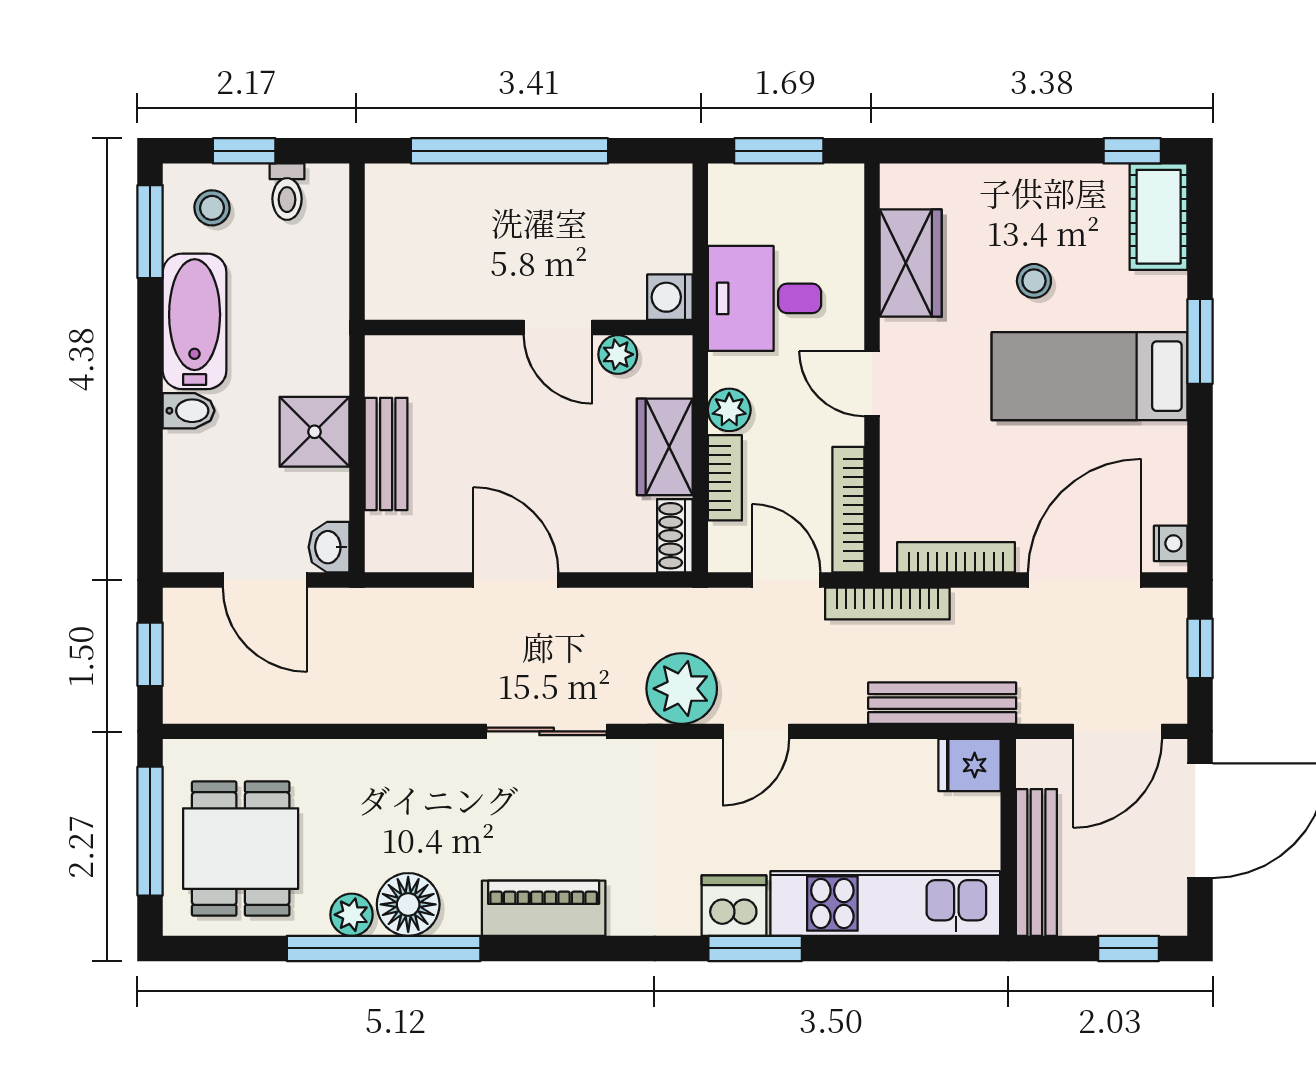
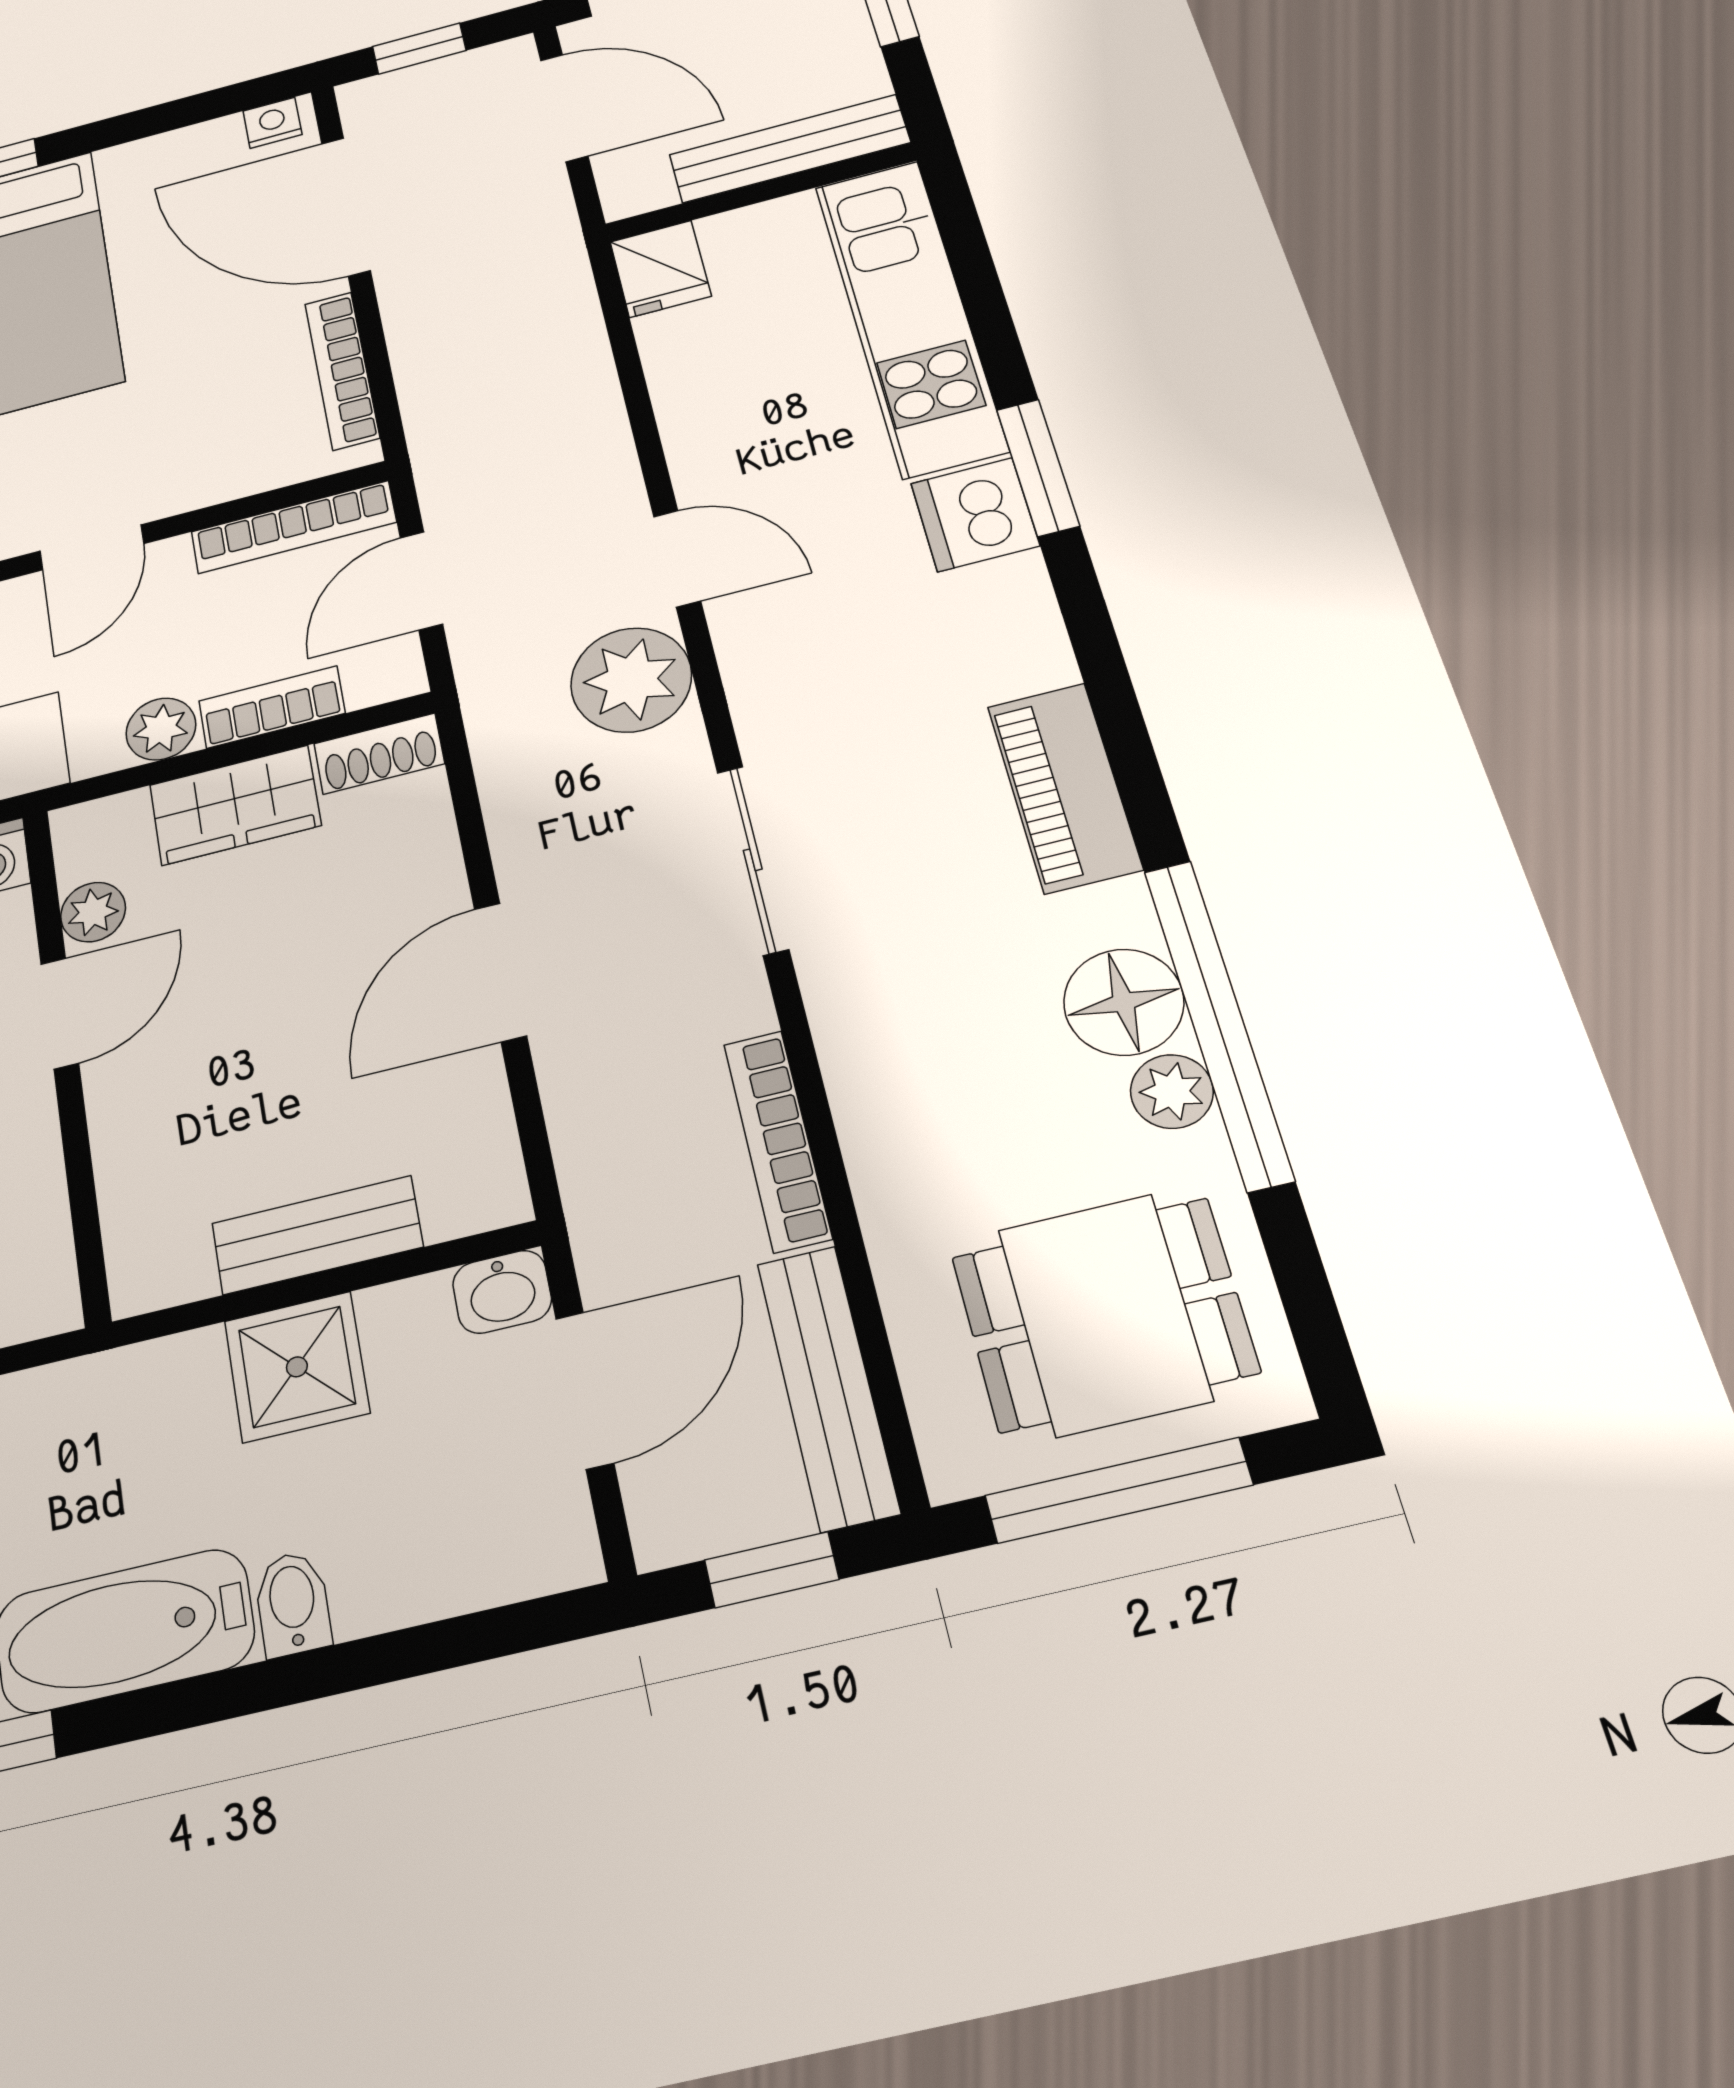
bookcase: (887, 603) -> (777, 1141), moved, turned 180
bench: (942, 703) -> (828, 1387), moved

